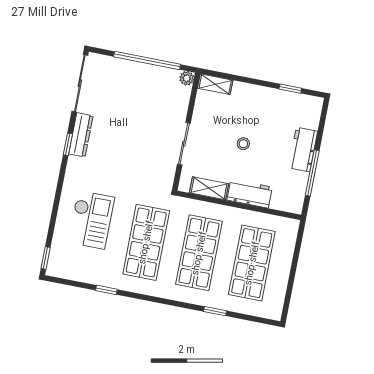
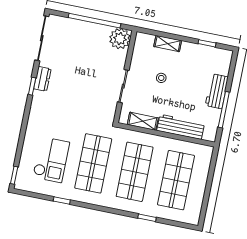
plant: (187, 78) -> (120, 39), width x1.88, depth x1.88
shelving: (215, 84) -> (168, 43), moved
dresser: (81, 135) -> (42, 79), width x0.70
stool: (243, 144) -> (161, 78), moved
workbench: (250, 194) -> (181, 127), width x1.38
checkout: (91, 220) -> (51, 160), moved

